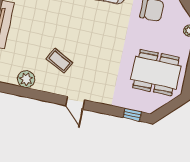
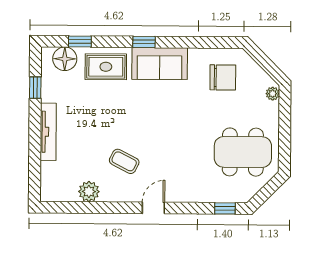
door: (75, 103) -> (153, 208), swing flipped

